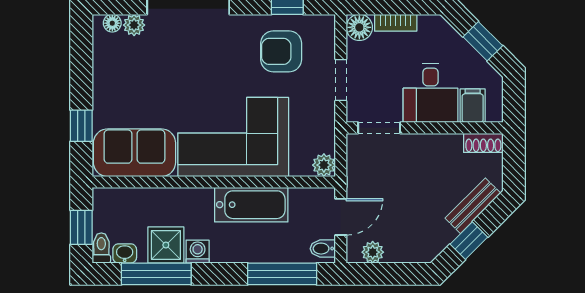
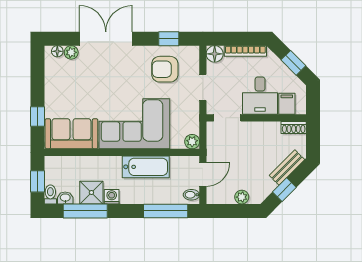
bookcase: (396, 23) -> (245, 51), width x1.56
plant: (373, 252) -> (242, 197), moved

